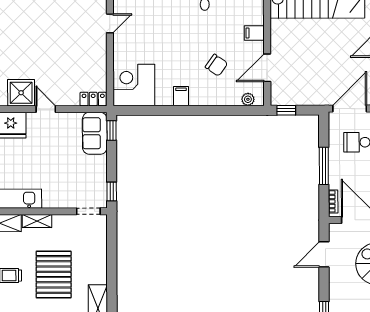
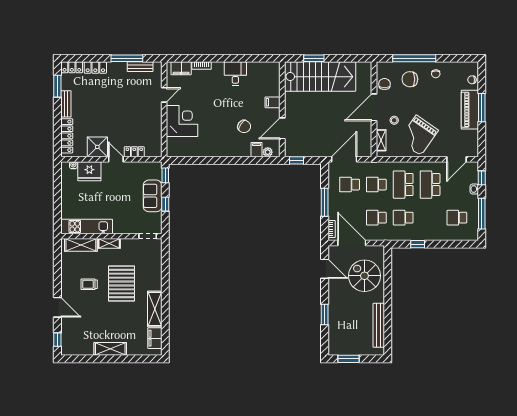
corner desk: (134, 85) -> (182, 121), moved, turned 90
filing cabinet: (181, 96) -> (257, 150), moved
locker: (93, 99) -> (134, 152), moved
sofa: (95, 133) -> (153, 196), moved
window: (112, 191) -> (165, 204), moved
door: (324, 254) -> (325, 269), swing flipped

